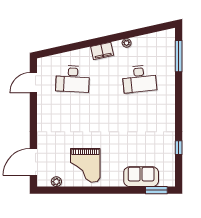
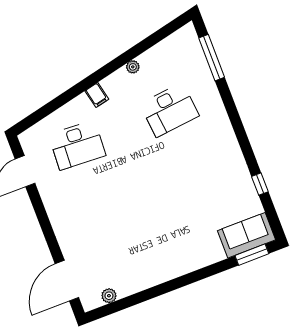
filing cabinet: (102, 51) -> (97, 95), width x0.50
grand piano: (85, 165) -> (140, 258), removed
sofa: (141, 177) -> (247, 235), moved

